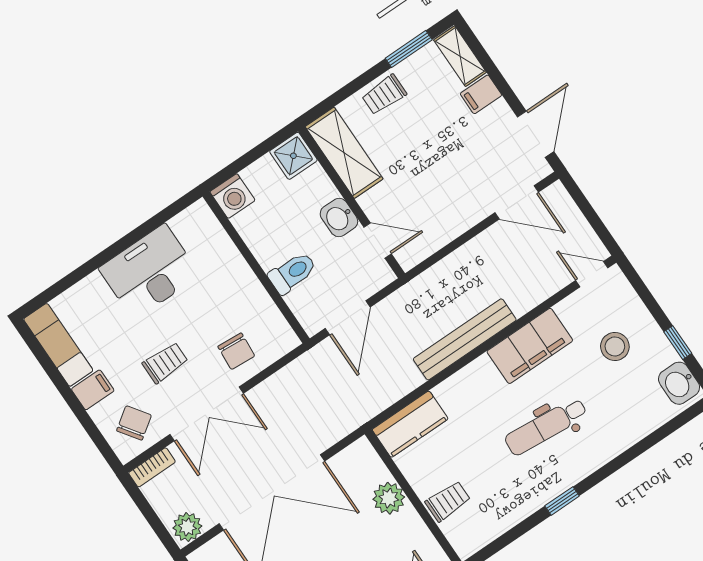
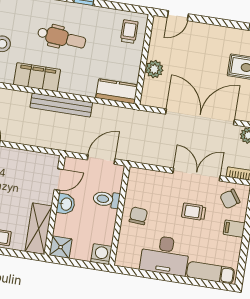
door: (378, 240) -> (59, 180), swing flipped
exam couch: (58, 345) -> (210, 273), moved, turned 90
chair: (236, 351) -> (138, 216), moved
trolley: (448, 501) -> (129, 32), moved, turned 90

